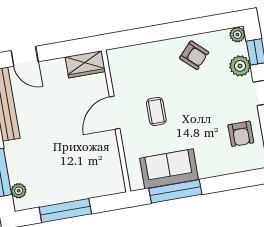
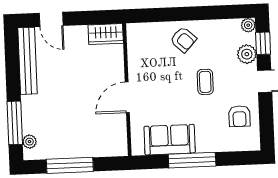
armchair: (194, 55) -> (183, 40), moved
coffee table: (156, 111) -> (205, 82), moved
door: (115, 113) -> (127, 97), moved
window: (175, 191) -> (192, 160), moved

